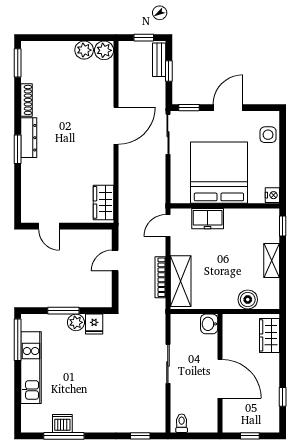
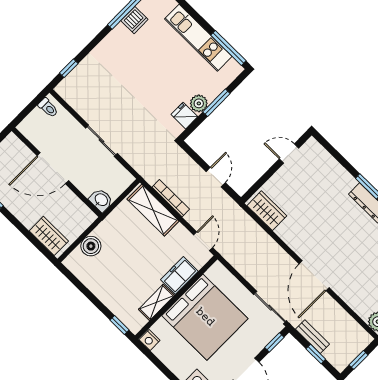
bench: (159, 60) -> (312, 337), moved
shelving: (272, 261) -> (156, 302), moved, turned 90

